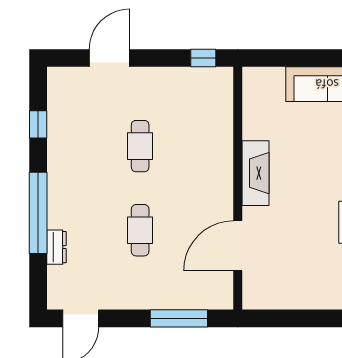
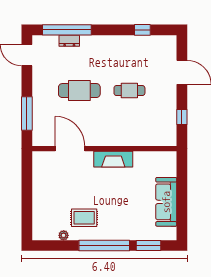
window: (203, 58) -> (182, 117), moved
window: (38, 213) -> (67, 30), moved
cafe table: (140, 230) -> (79, 91), width x1.37, depth x1.35

